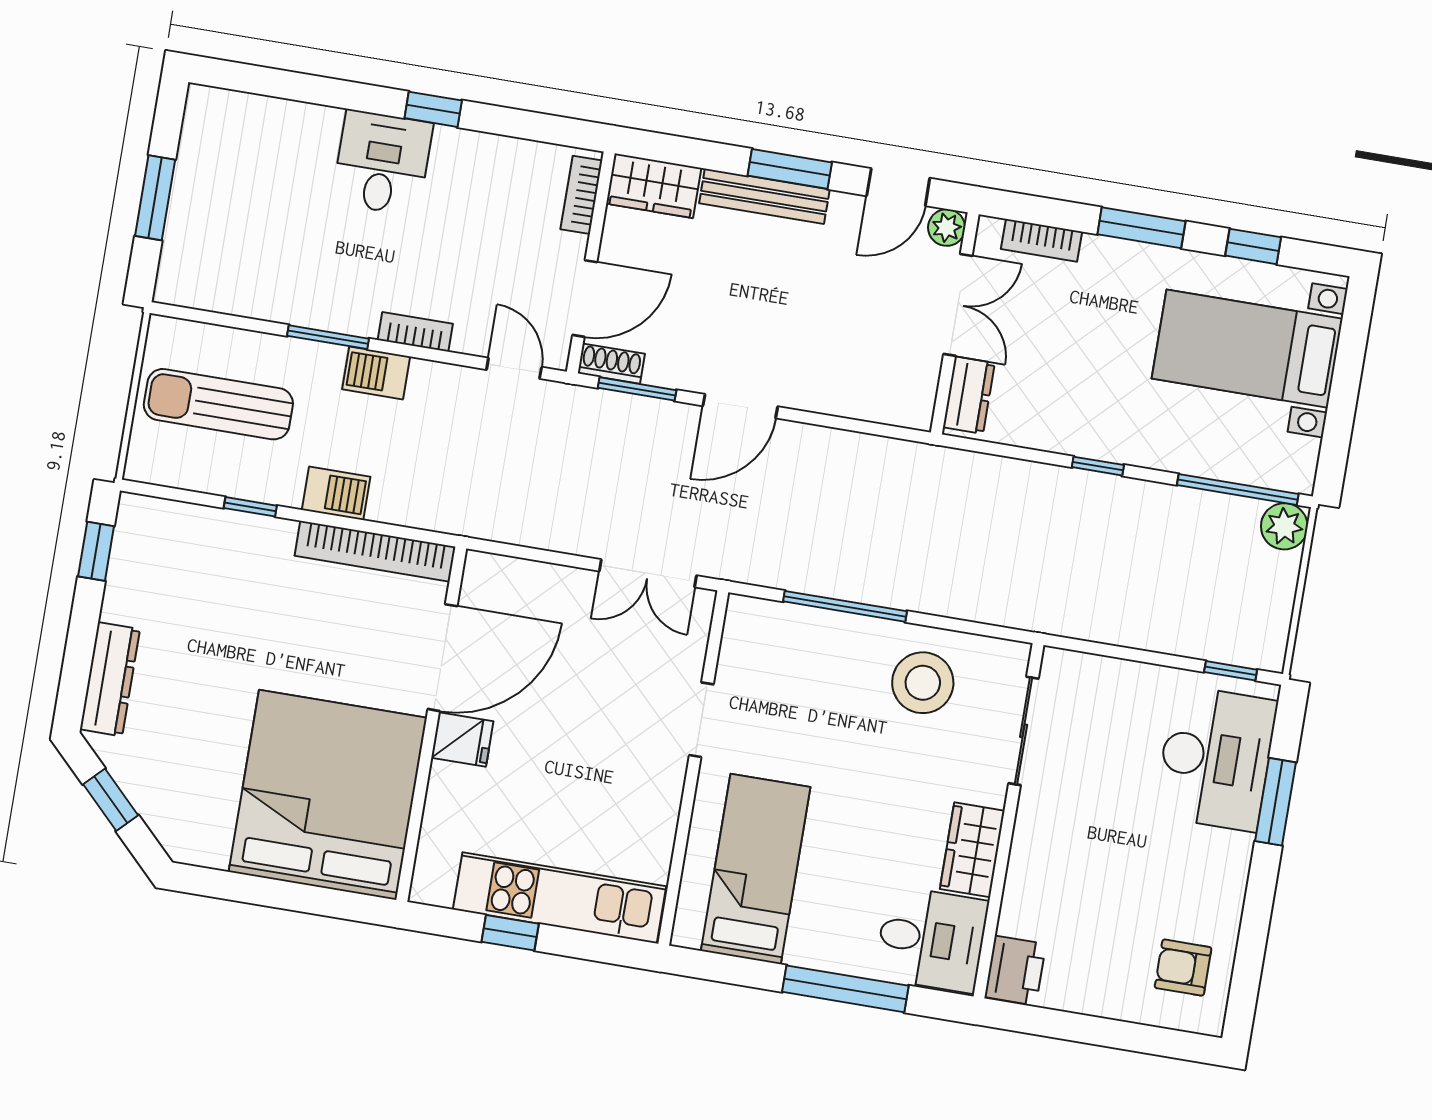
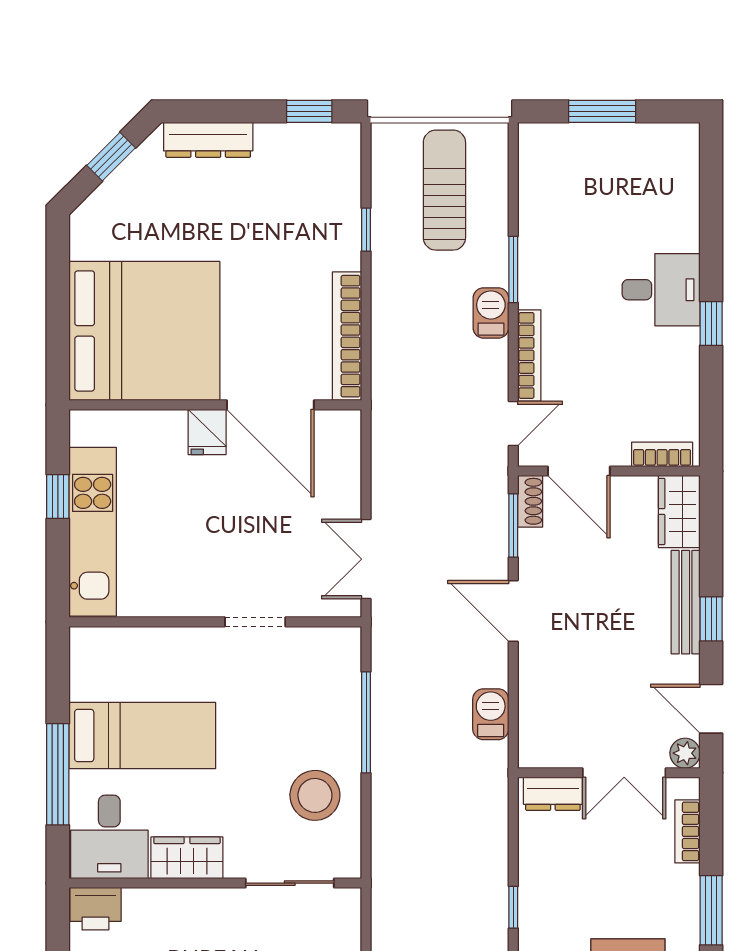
window: (790, 169) -> (711, 619), width x0.67
bookcase: (415, 332) -> (529, 355), width x1.56
barbecue: (336, 493) -> (491, 714), moved, turned 180
bed: (756, 869) -> (142, 735), moved

